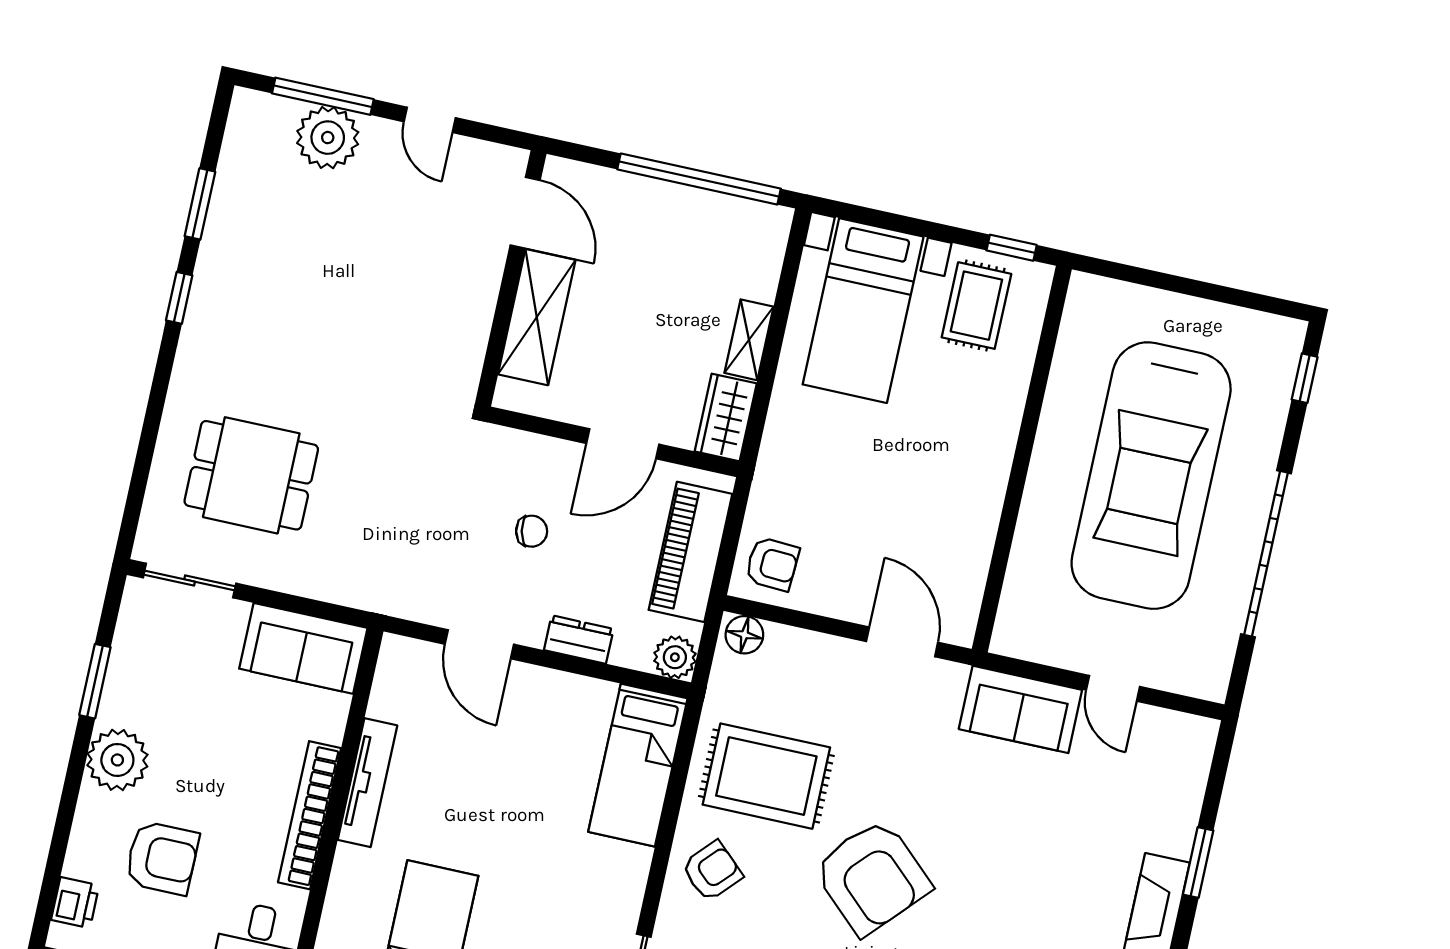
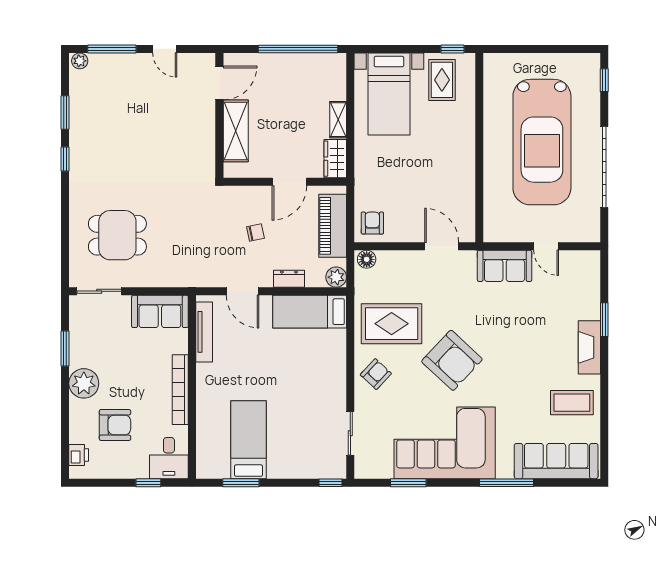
plant: (328, 138) -> (80, 61), moved, width x0.53, depth x0.53
door: (525, 213) -> (219, 83), hinge flipped
armchair: (772, 564) -> (372, 223), turned -93
bed: (638, 765) -> (310, 312), moved, turned 90
tv unit: (367, 783) -> (204, 332), moved

